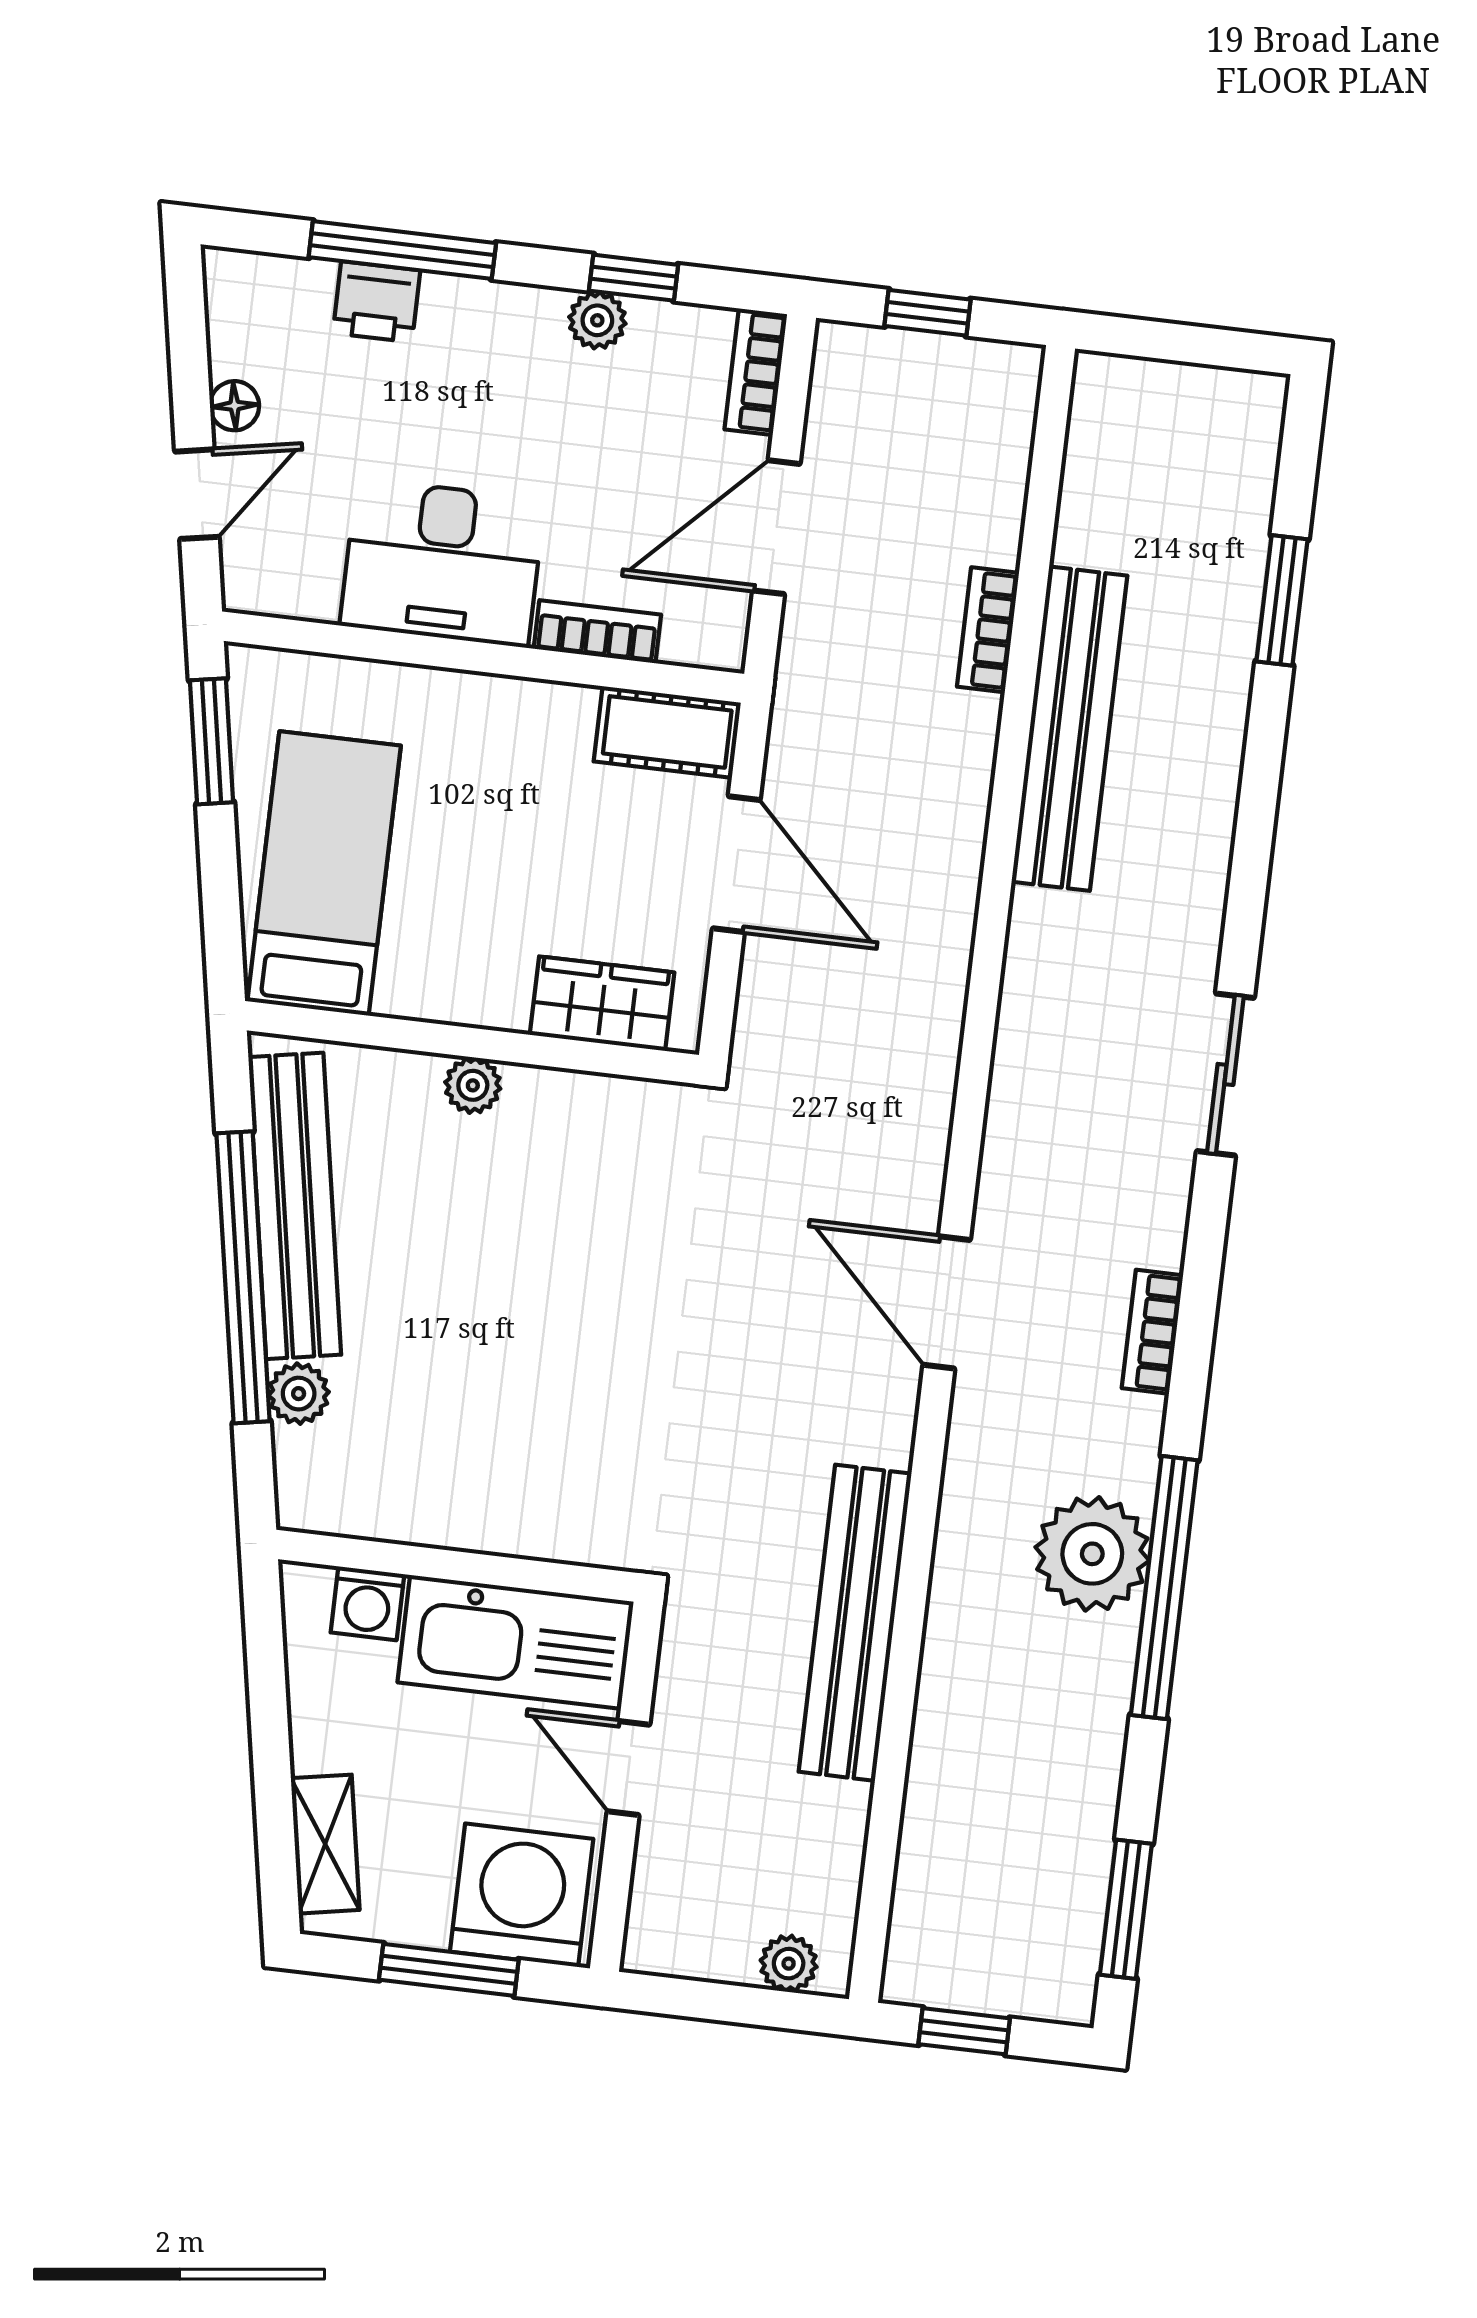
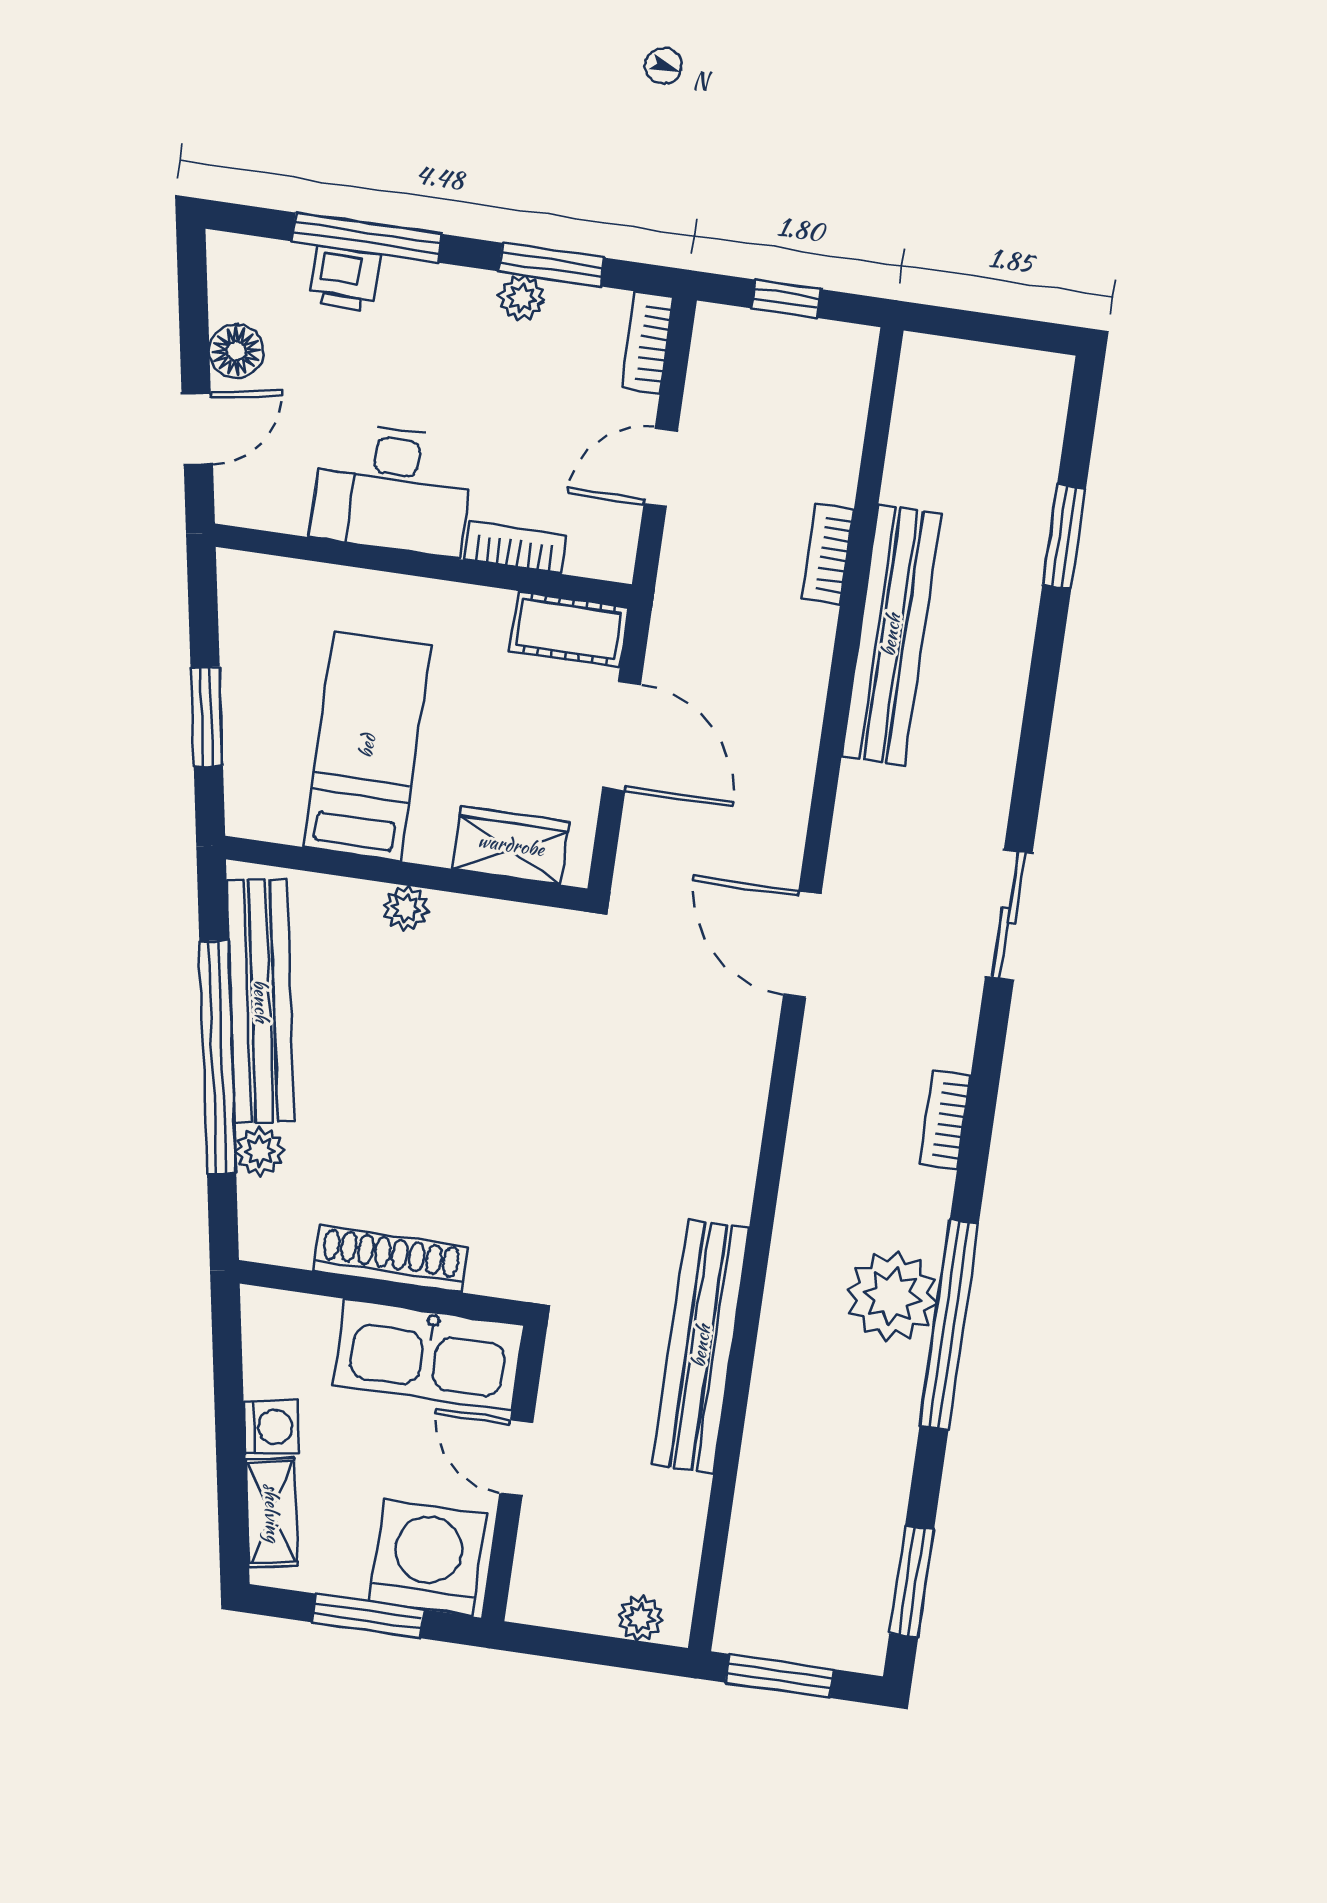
window: (634, 278) -> (552, 265), width x1.50
floor lamp: (234, 406) -> (236, 351), width x1.37, depth x1.37
door: (776, 527) -> (661, 467), width x0.73
window: (211, 741) -> (207, 717), moved
bed: (324, 873) -> (367, 746), moved
door: (947, 1302) -> (802, 944), moved
shoe rack: (465, 1523) -> (390, 1259), added
washing machine: (368, 1603) -> (271, 1427), moved, turned -100
window: (964, 2031) -> (779, 1676), width x1.50

